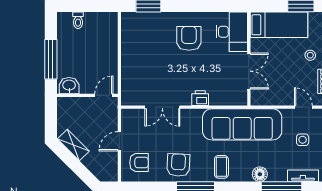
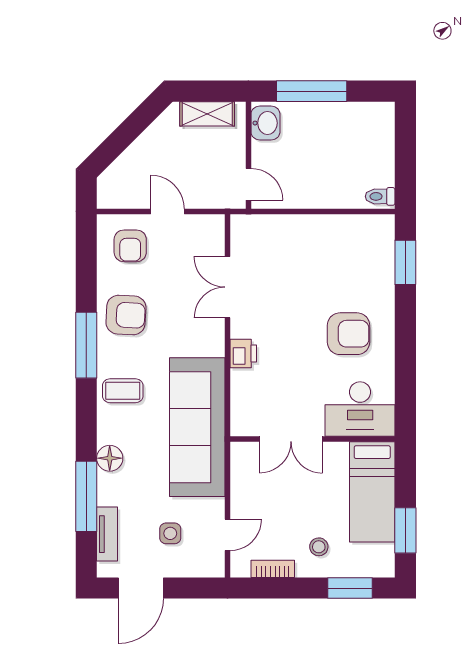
toilet: (78, 20) -> (380, 196), moved
shelving: (73, 145) -> (207, 114), moved, turned 45

